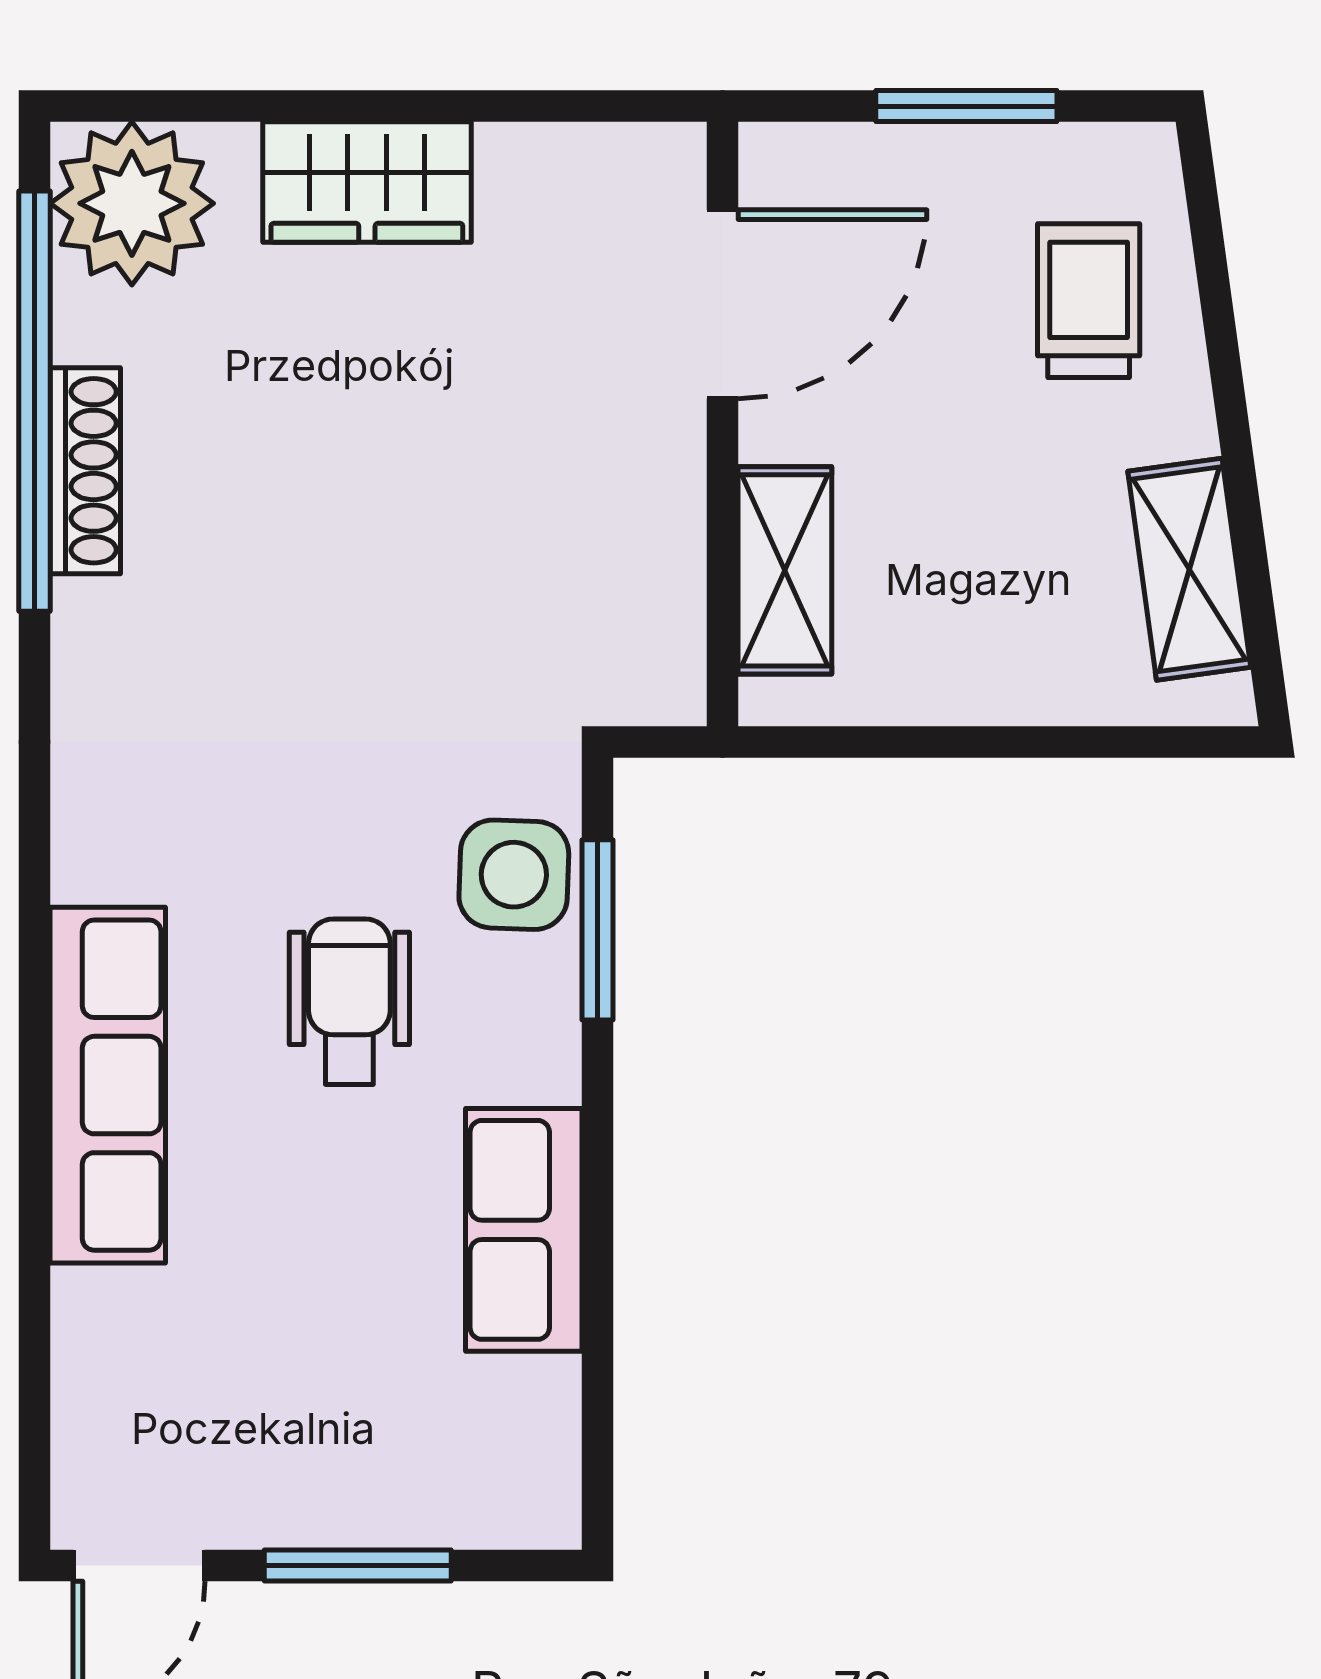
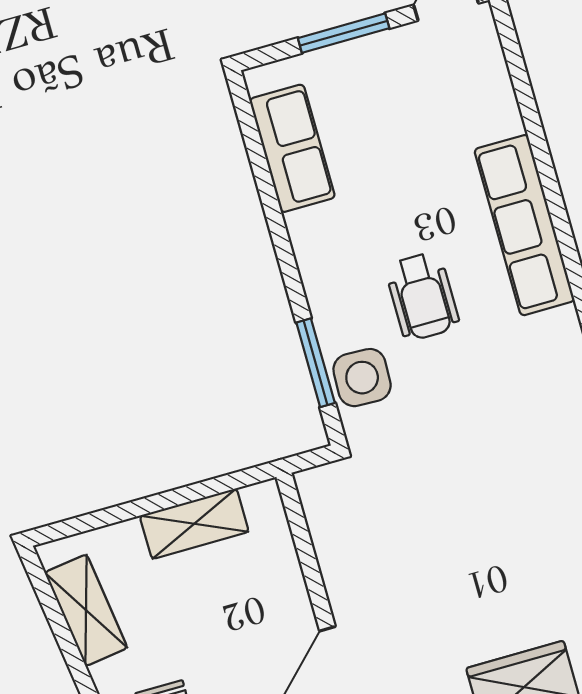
shelving: (785, 570) -> (194, 524), moved, turned 90
row of seats: (524, 1230) -> (292, 148), moved

